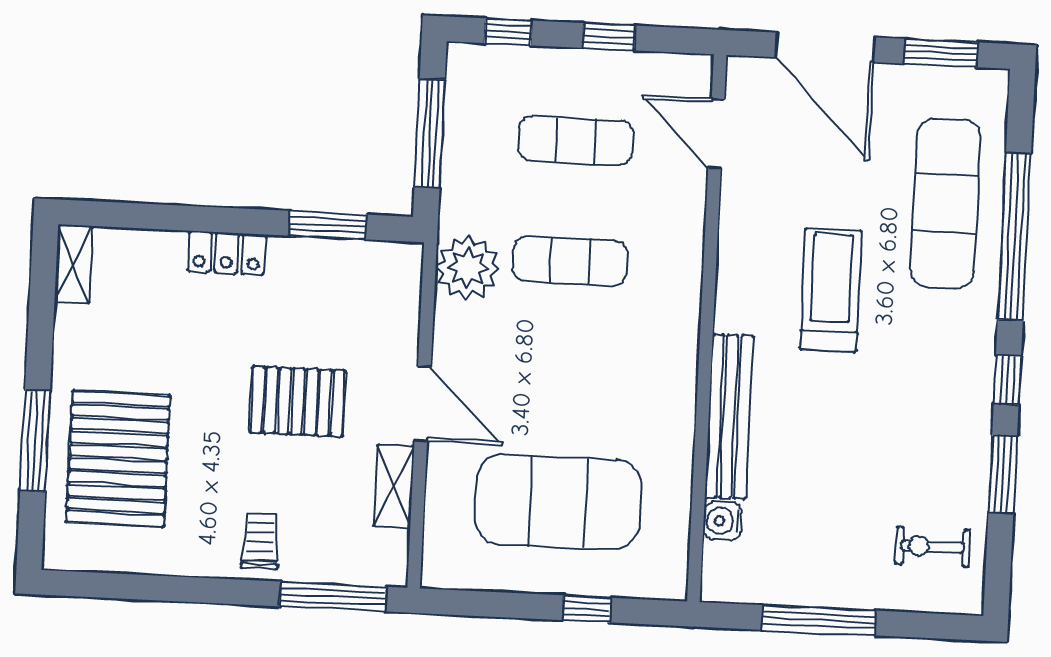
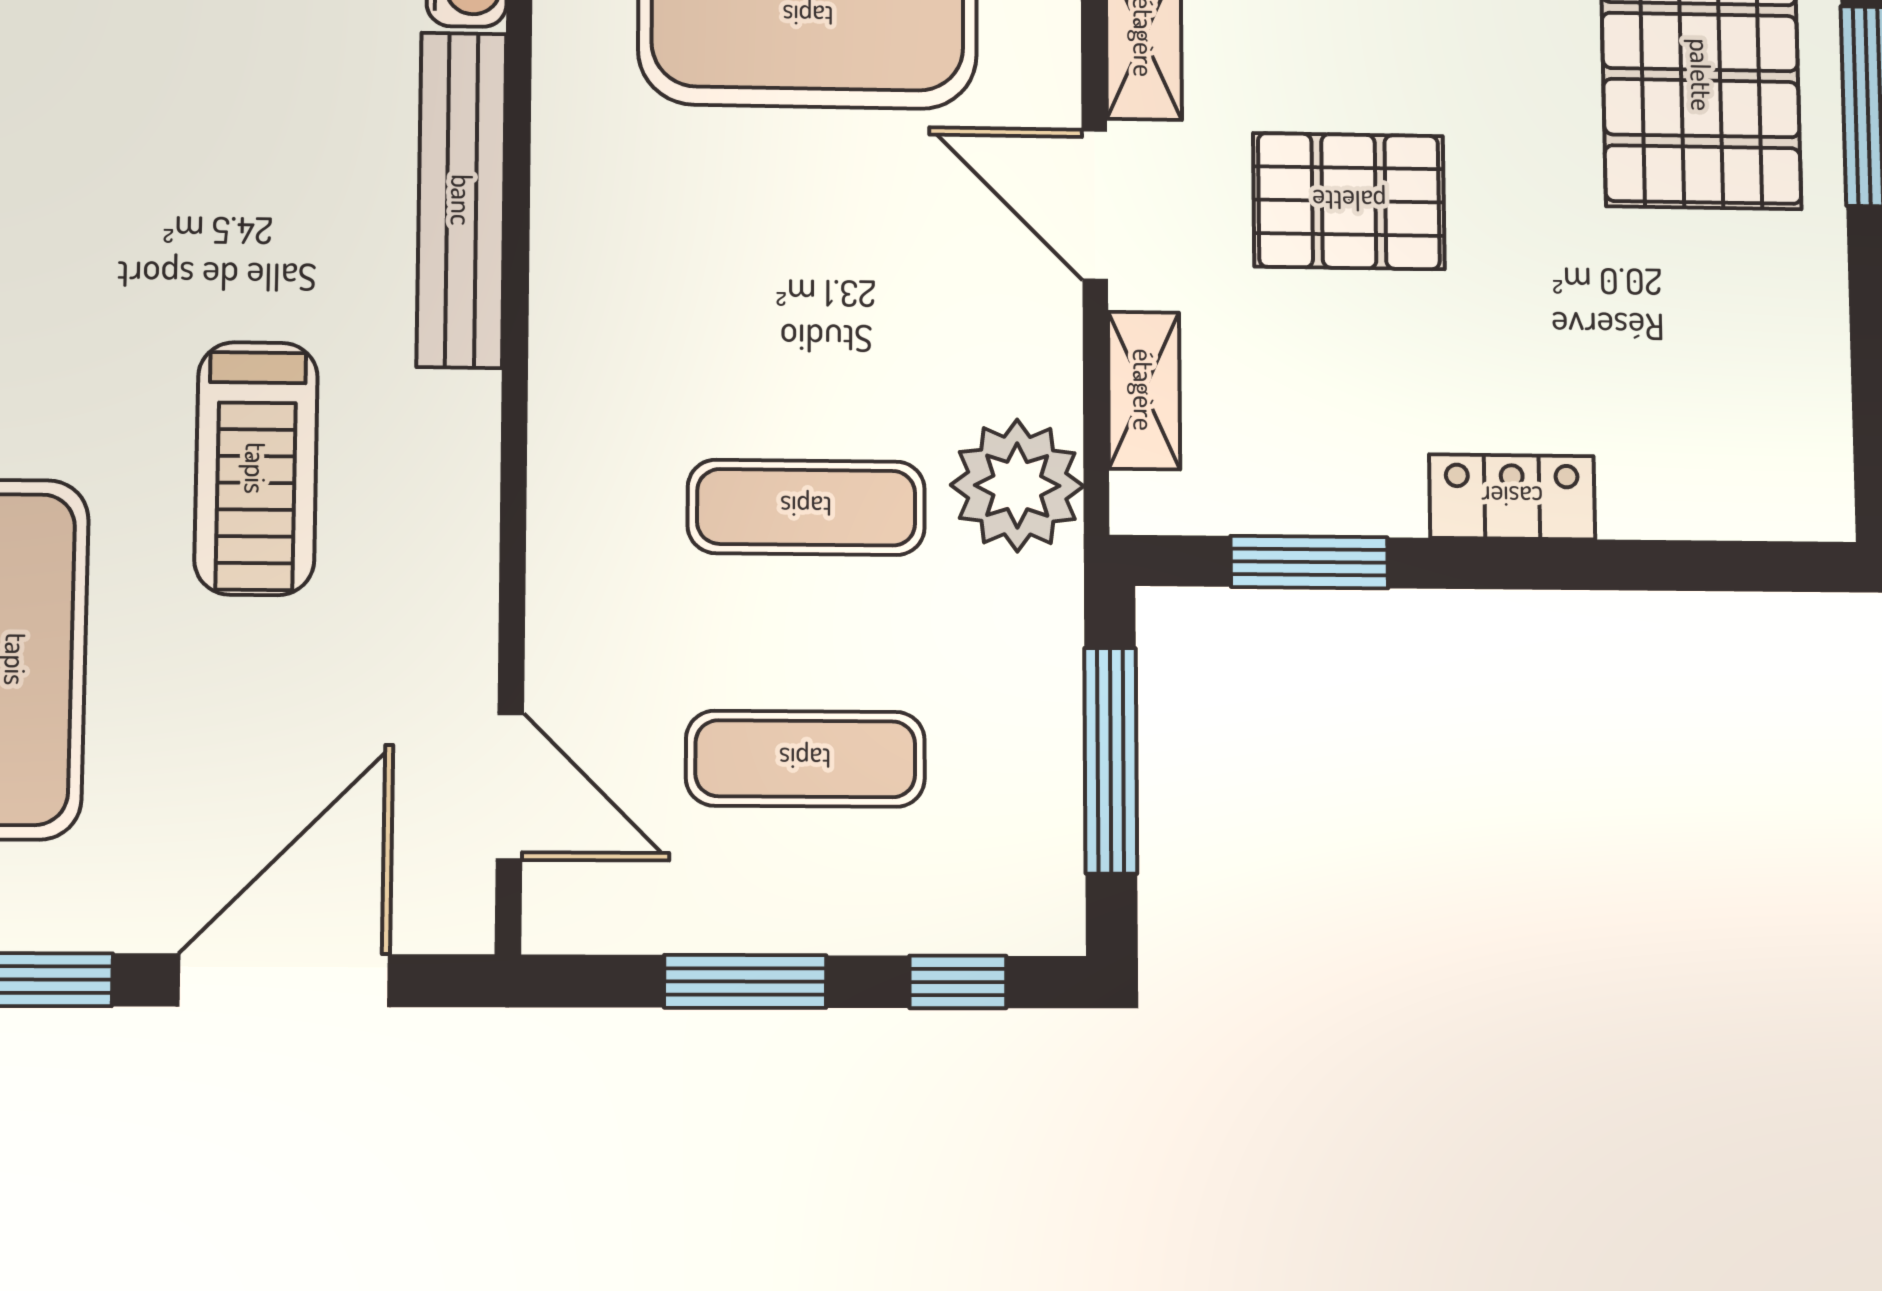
window: (609, 37) -> (745, 981), width x1.50
door: (825, 47) -> (284, 980), hinge flipped
shelving: (73, 264) -> (1144, 390), moved

